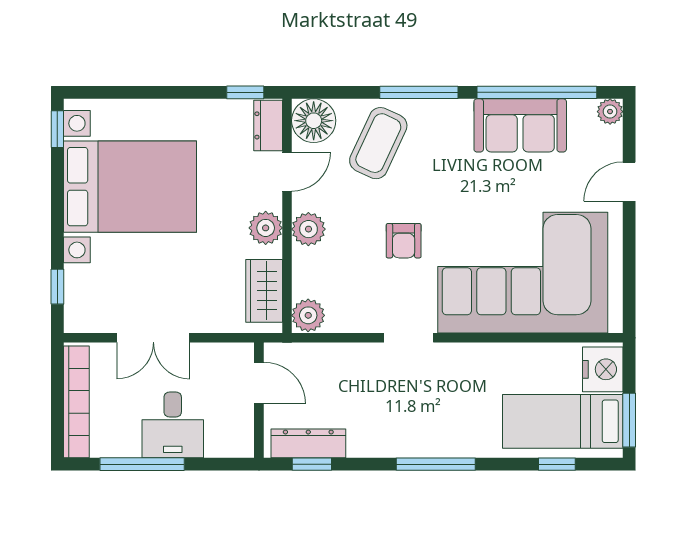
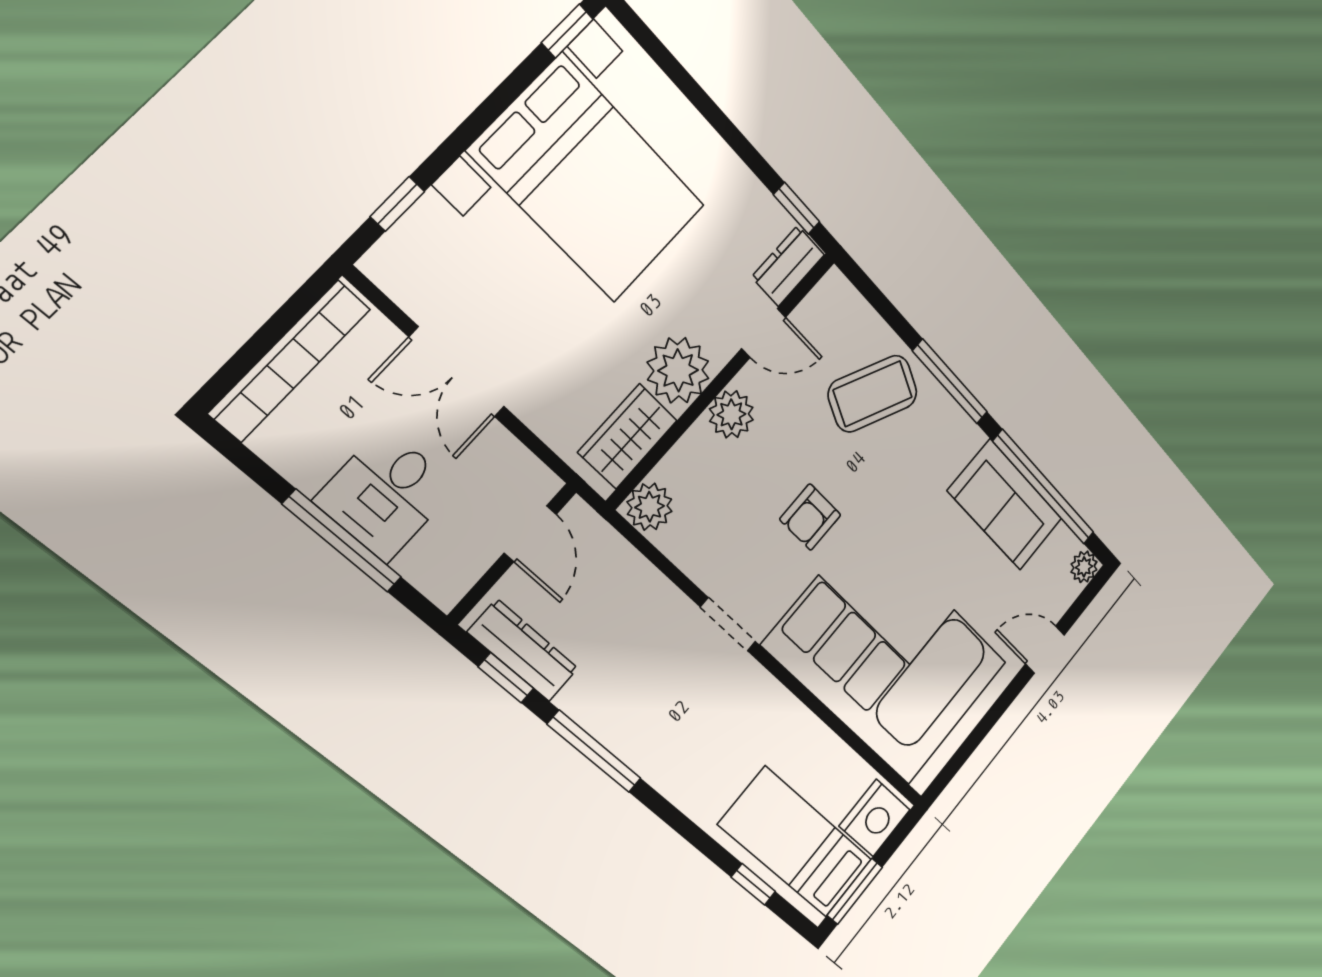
floor lamp: (314, 121) -> (835, 308), removed
plant: (266, 228) -> (678, 370), width x1.36, depth x1.36
window: (142, 464) -> (342, 541), moved
window: (436, 464) -> (594, 752), moved

